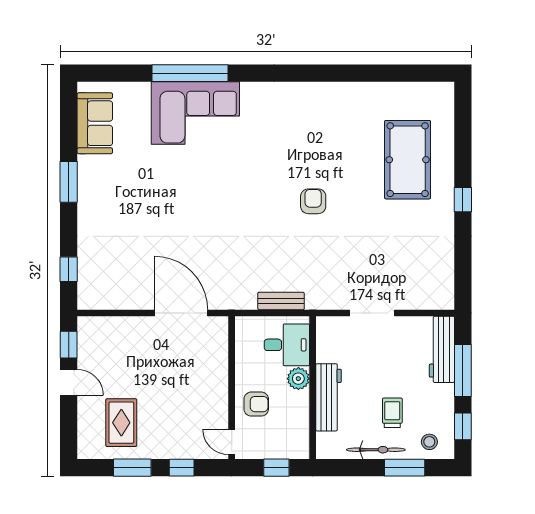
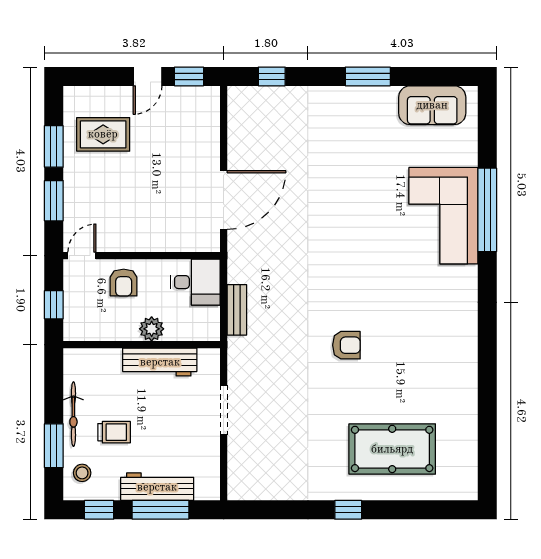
desk: (287, 345) -> (195, 282), moved, turned -90
workbench: (442, 349) -> (157, 487), moved
workbench: (328, 397) -> (160, 362), moved
window: (182, 468) -> (54, 201), width x1.50

